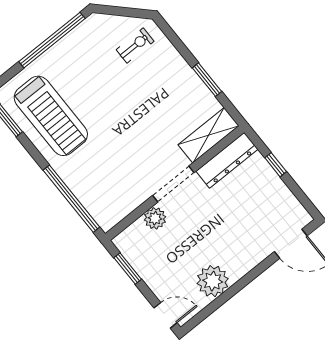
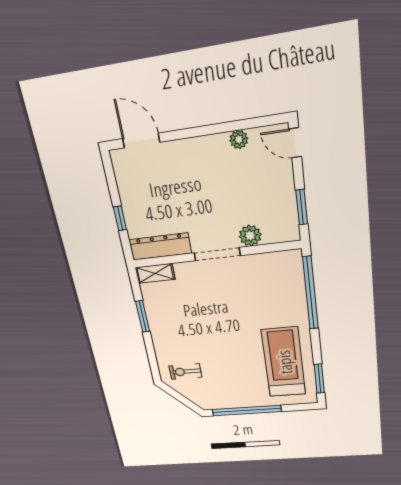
shelving: (209, 135) -> (155, 273), width x0.67, depth x0.75
plant: (213, 281) -> (239, 139), width x0.53, depth x0.53

